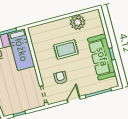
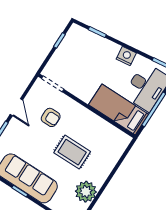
rug: (66, 49) -> (72, 152), turned 90

